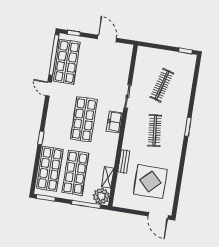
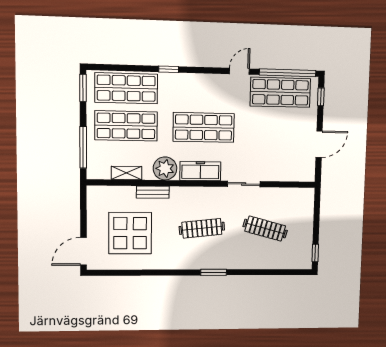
freezer: (115, 122) -> (200, 171), width x1.40
plant: (101, 196) -> (165, 168), moved

